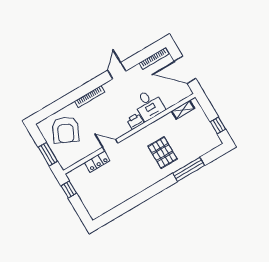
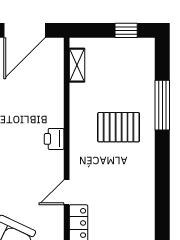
desk: (149, 105) -> (43, 107), removed

